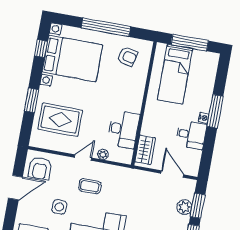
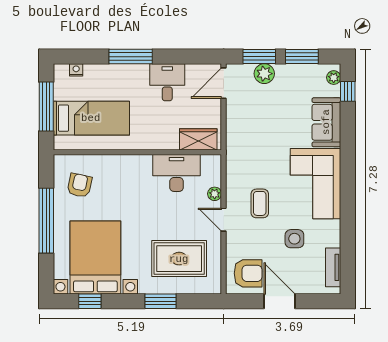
nightstand: (204, 118) -> (76, 70), moved
rug: (60, 120) -> (179, 259), turned 90
door: (172, 174) -> (224, 83), moved

